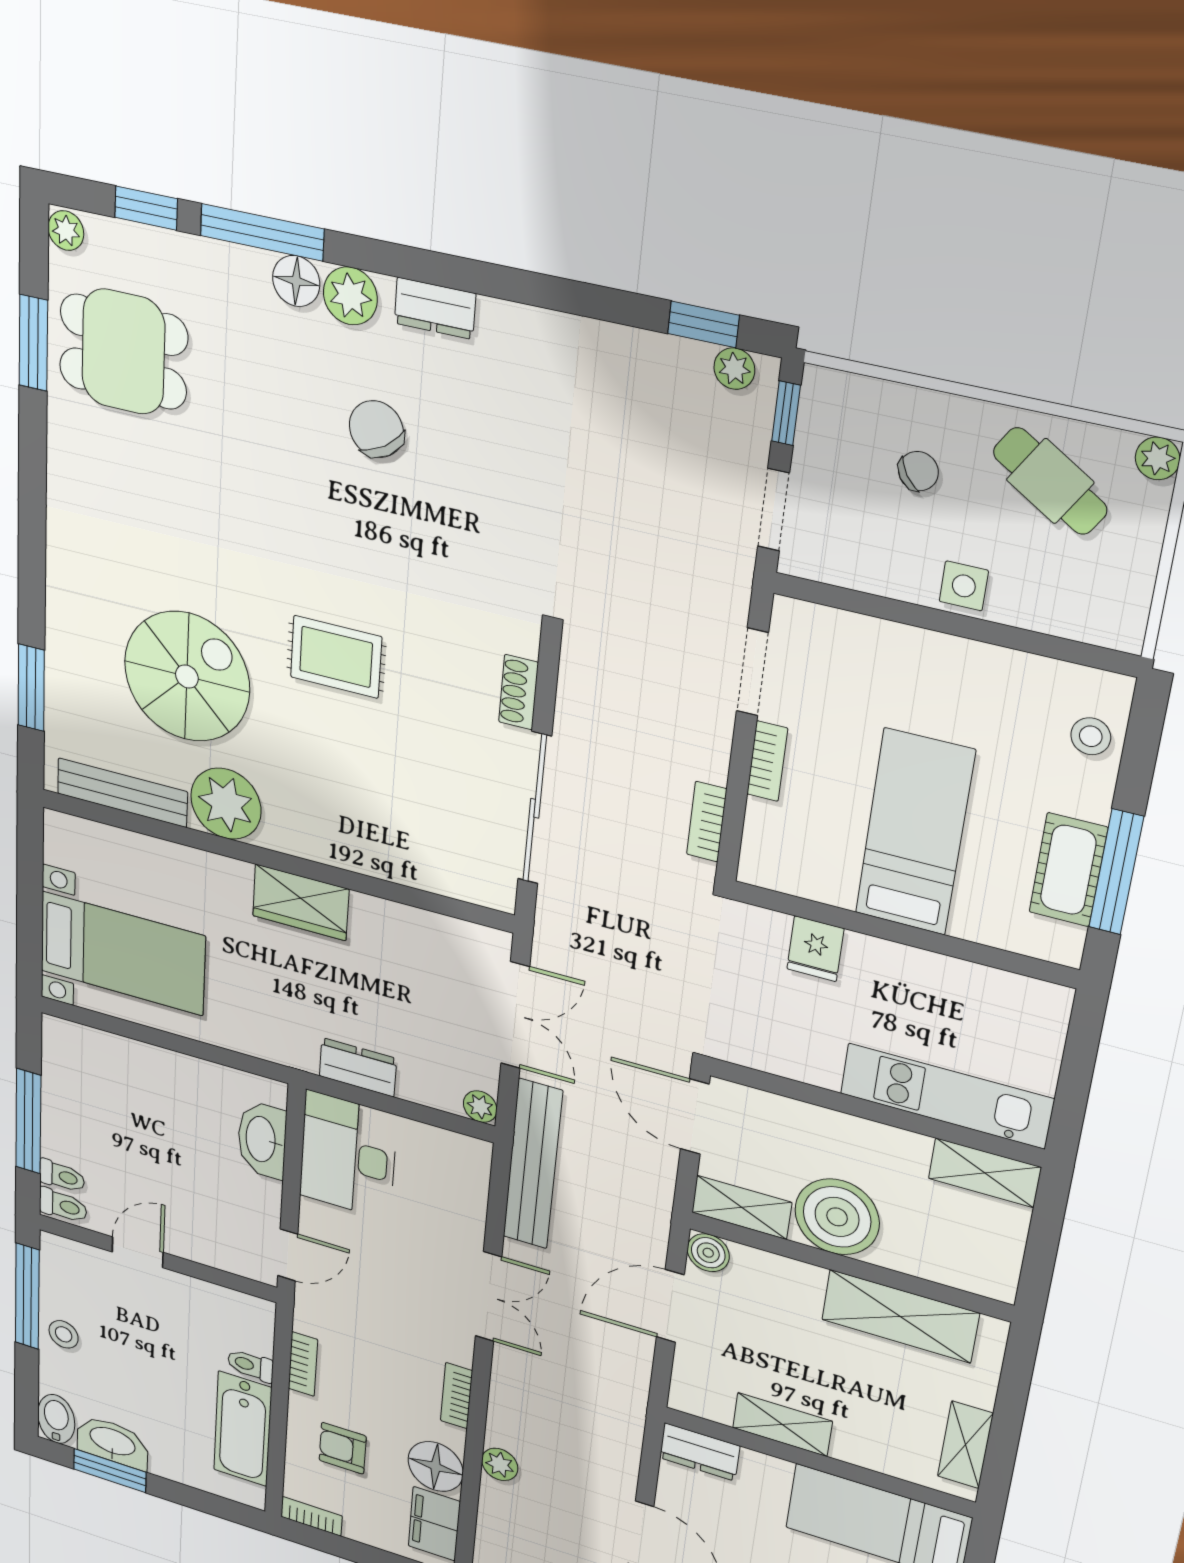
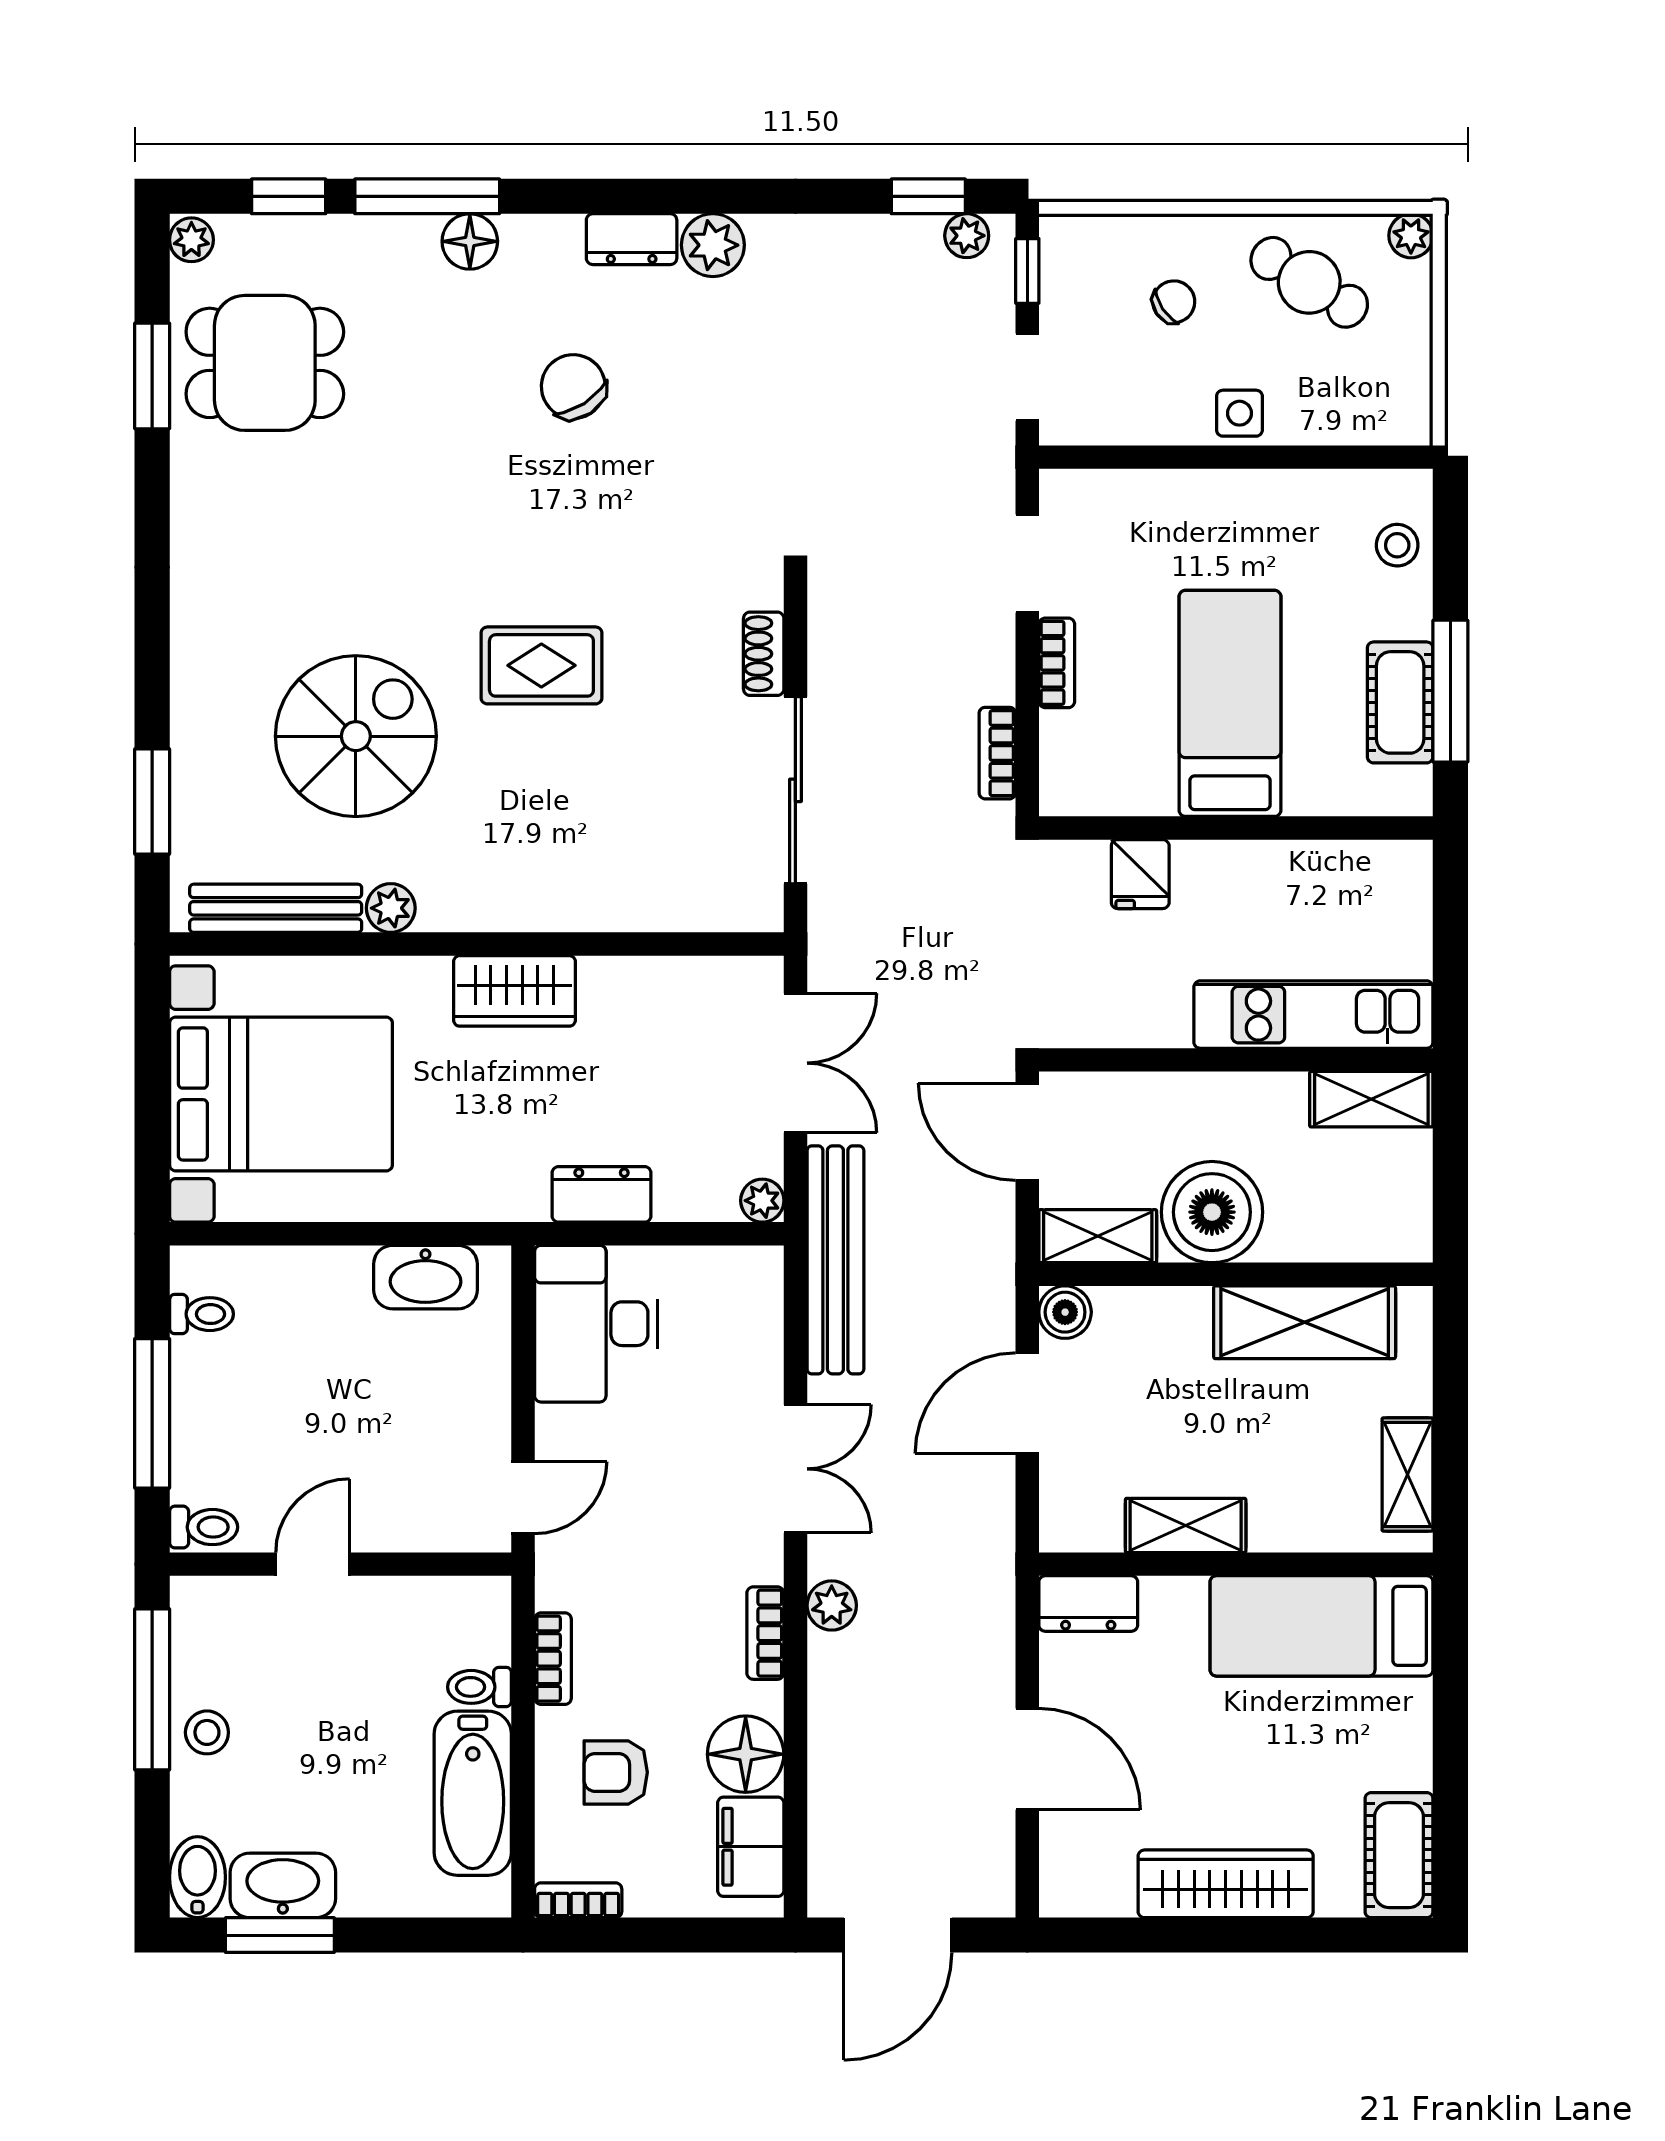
plant: (350, 296) -> (713, 245), moved
plant: (226, 804) -> (391, 908), width x0.53, depth x0.53
bed with nightstands: (123, 953) -> (281, 1094), width x1.36
washbasin: (262, 1140) -> (425, 1277), moved, turned -90
toilet: (62, 1176) -> (202, 1314), moved
plant: (500, 1464) -> (832, 1605), moved

